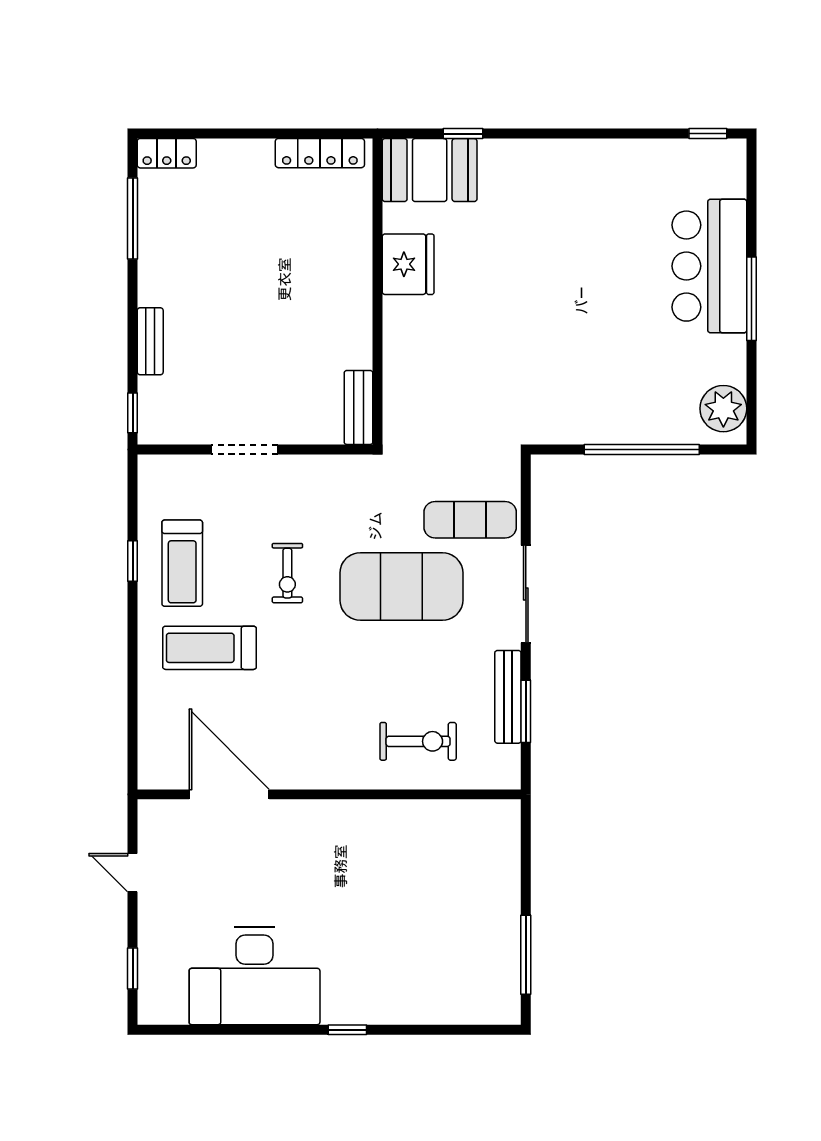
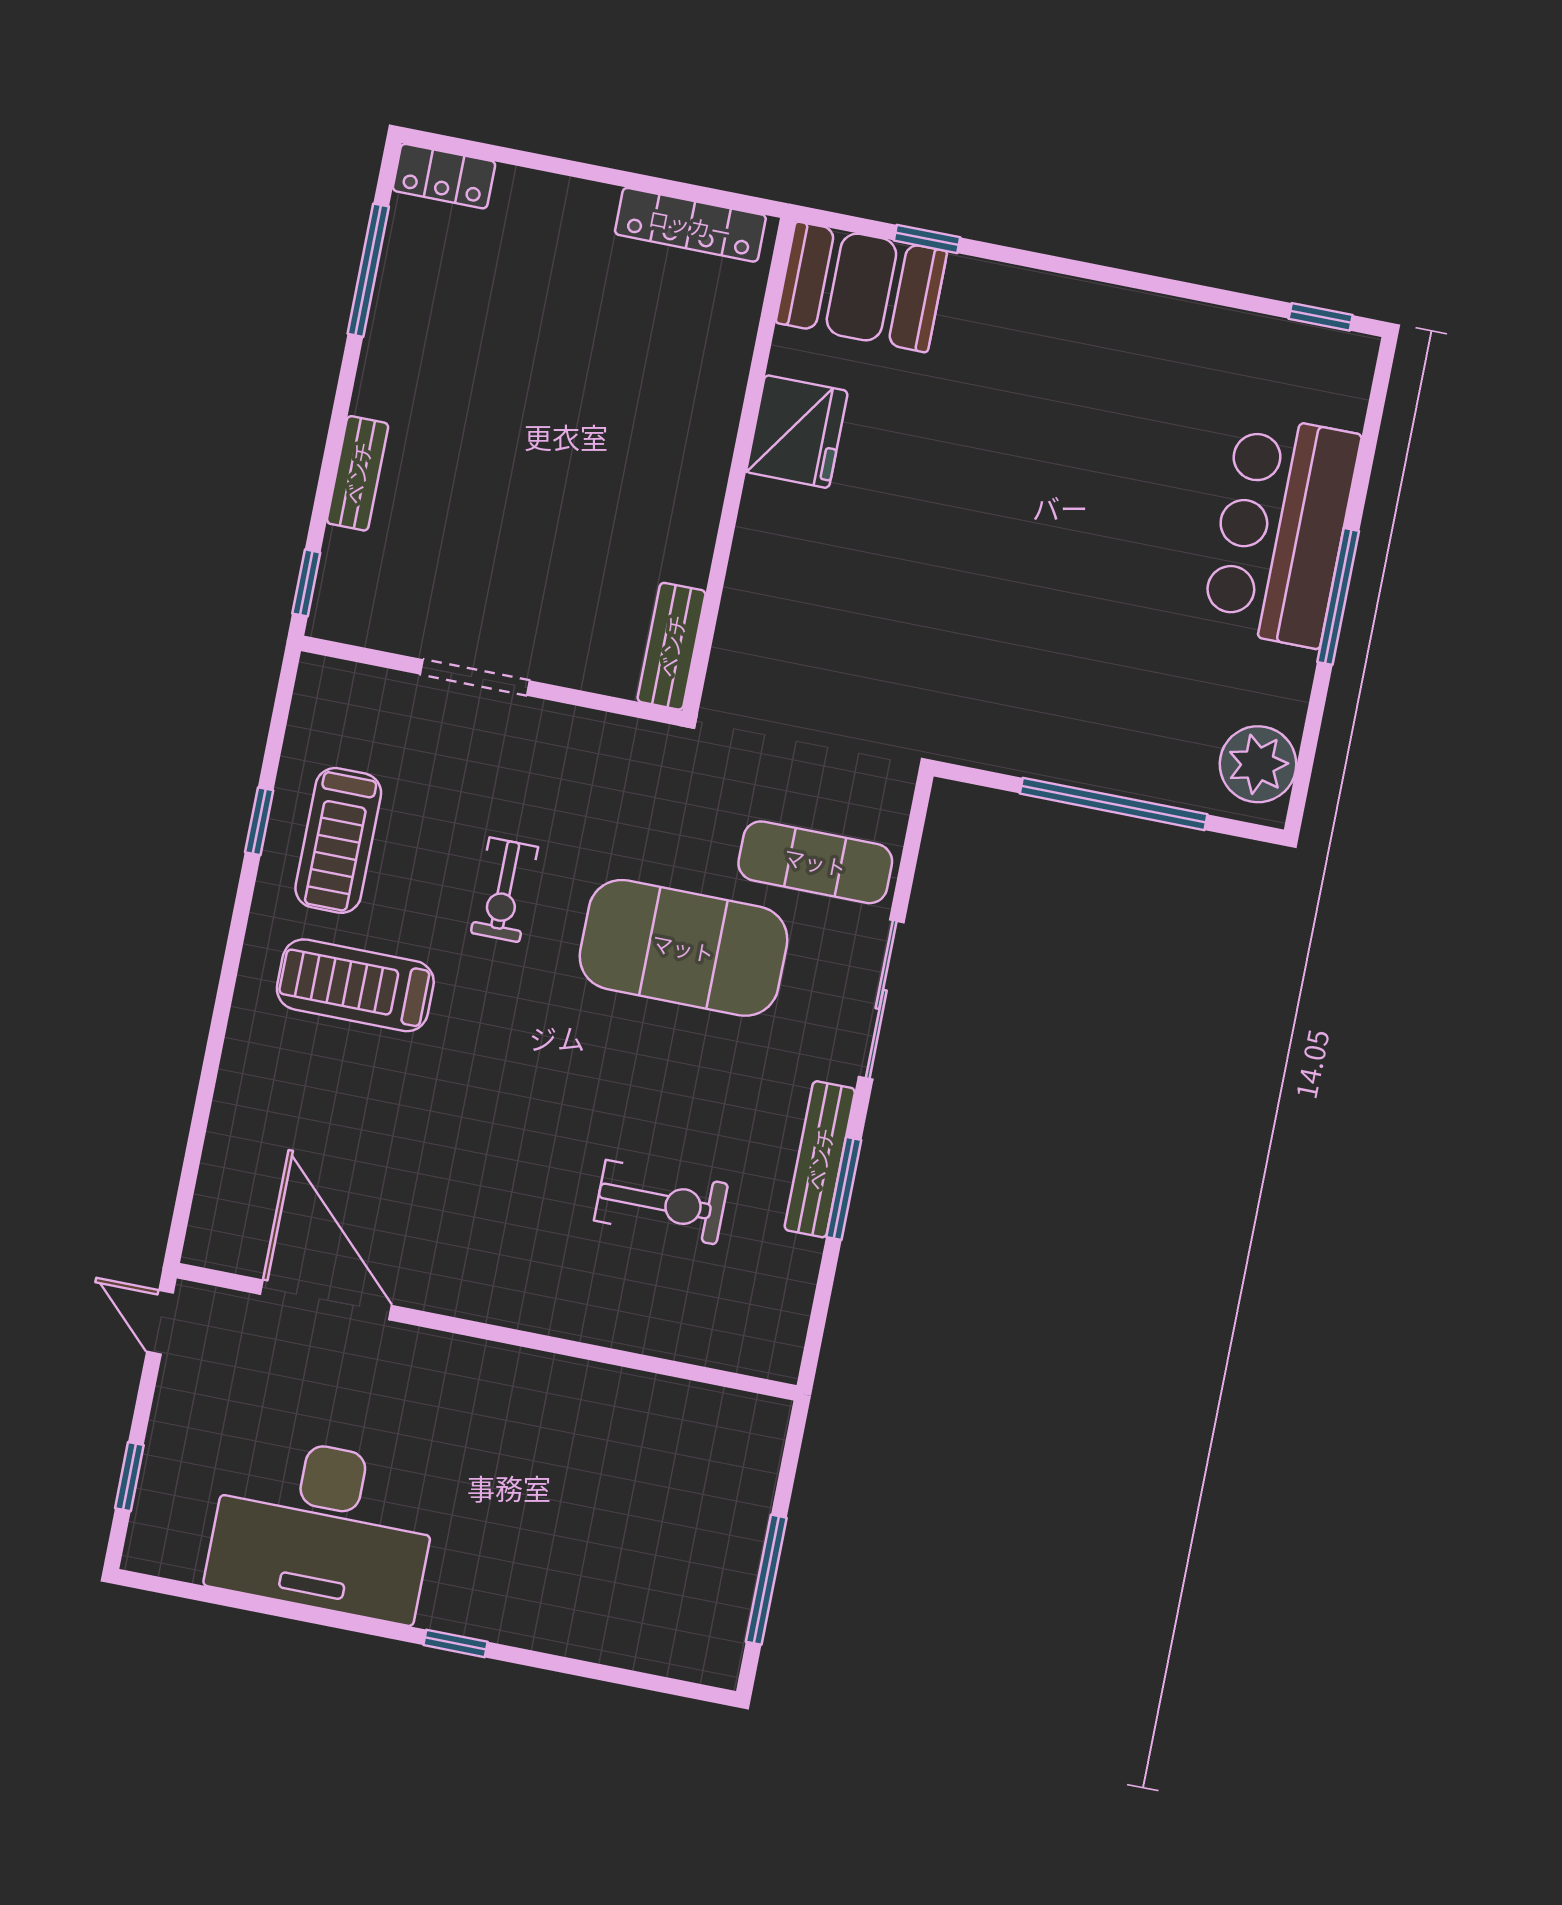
door: (229, 794) -> (326, 1300), moved
wall: (329, 794) -> (487, 1332), moved

